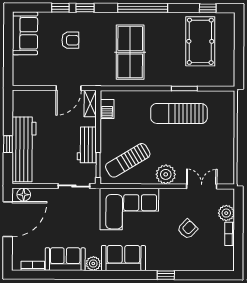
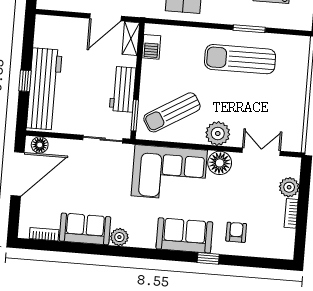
floor lamp: (169, 198) -> (220, 163), added
armchair: (188, 229) -> (236, 232), moved, turned -44
sofa: (123, 258) -> (184, 235), moved

